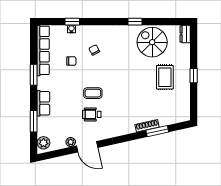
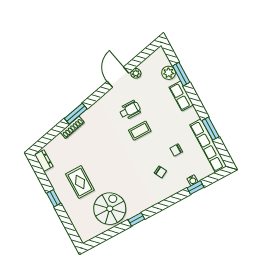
dresser: (185, 34) -> (44, 161), moved
spiral stairs: (152, 42) -> (110, 209), turned -90
window: (34, 75) -> (211, 129), moved
window: (157, 131) -> (76, 114), moved
plant: (44, 143) -> (169, 73), moved
door: (87, 147) -> (118, 77), hinge flipped

